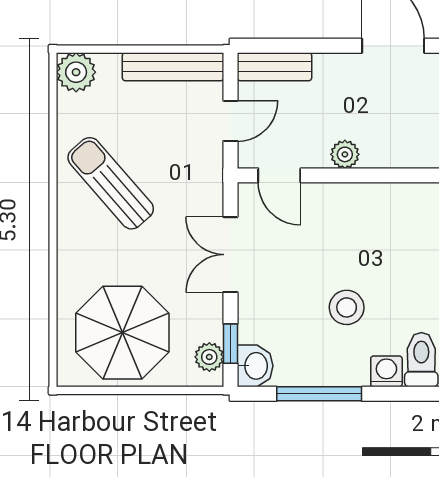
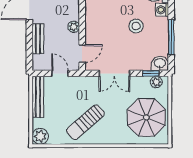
bench: (274, 67) -> (38, 39), moved

